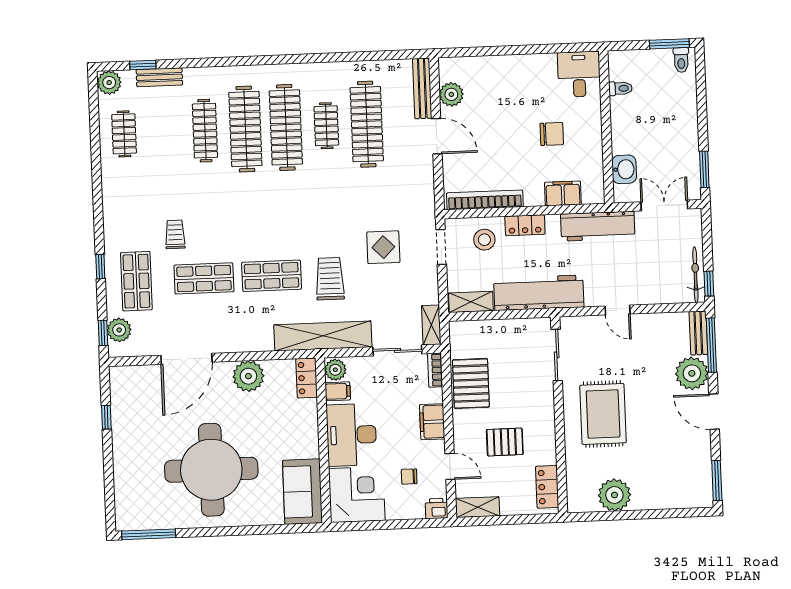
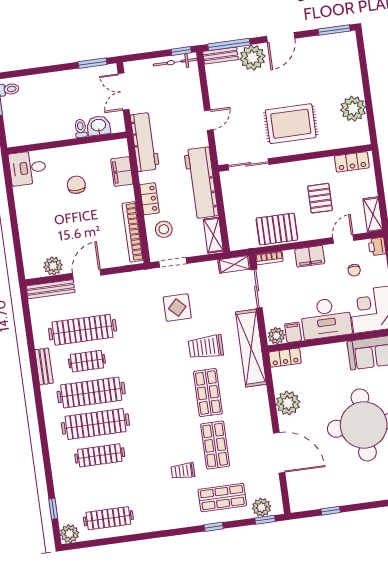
bench: (159, 77) -> (44, 366), moved
toilet: (620, 88) -> (81, 128), moved
clothes rail: (124, 134) -> (108, 518), width x1.36

